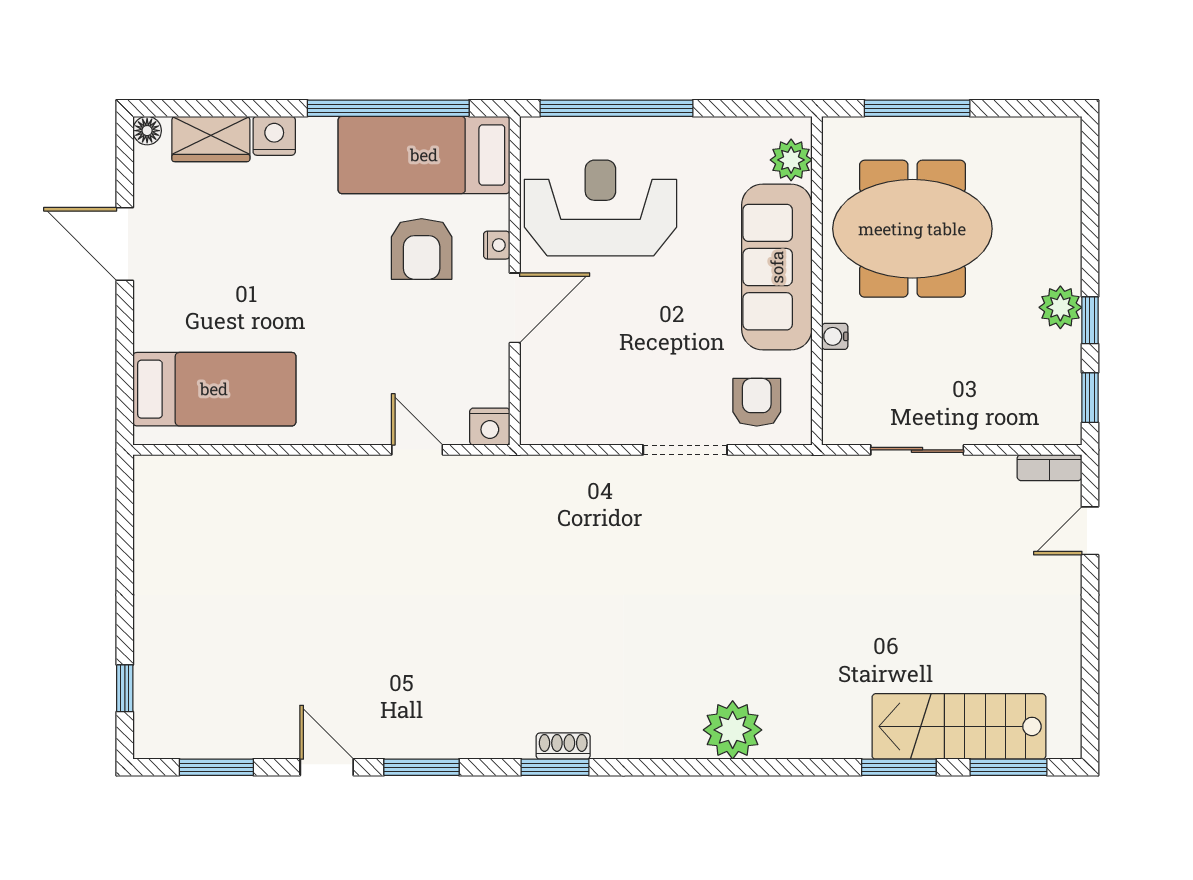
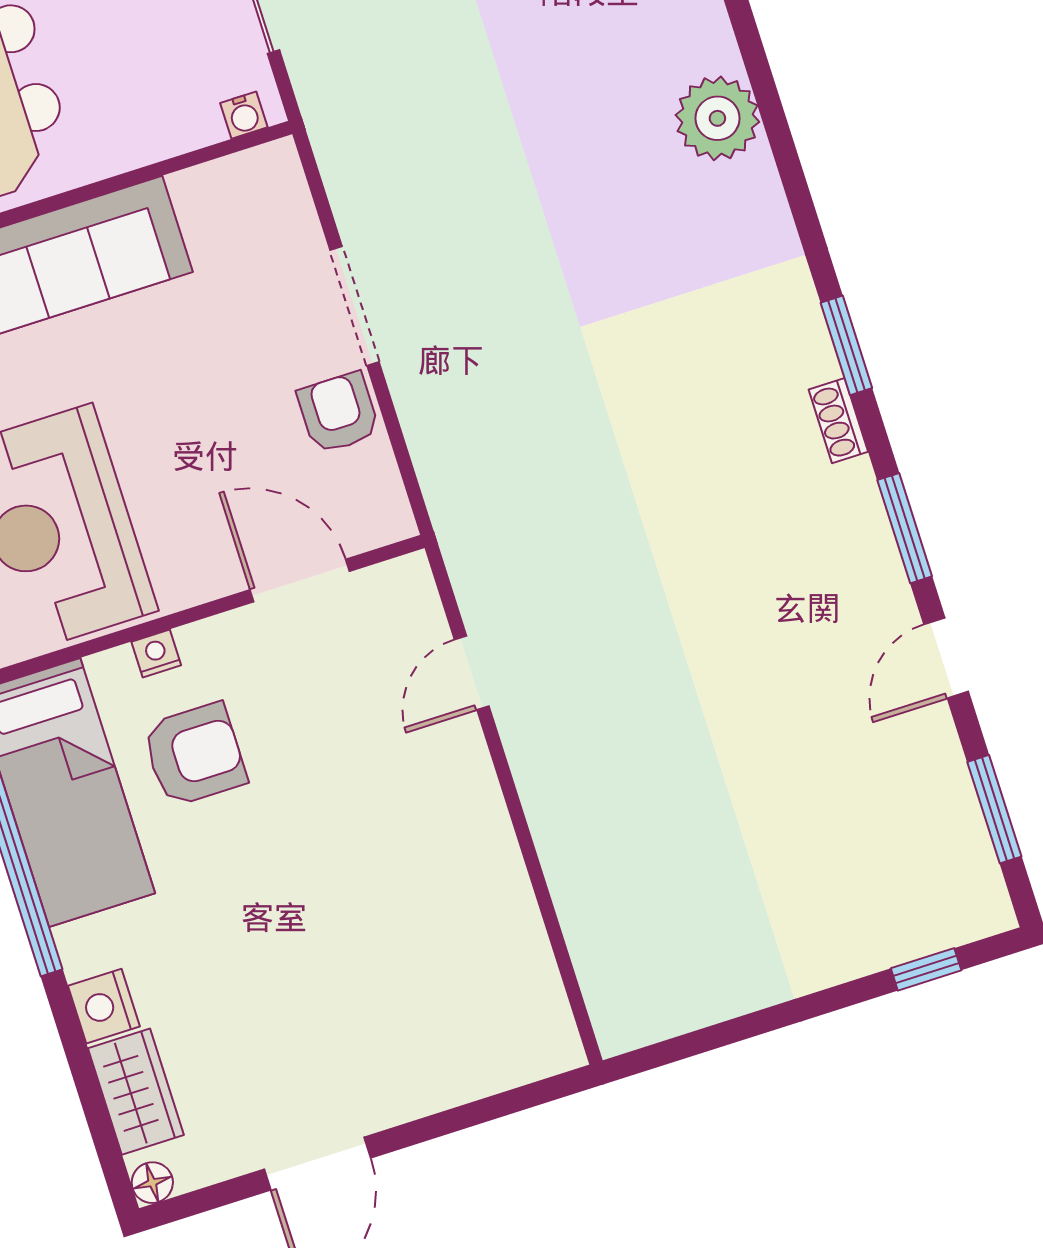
door: (515, 308) -> (300, 580), moved
water cooler: (835, 336) -> (244, 115), moved
bed: (214, 389) -> (477, 977), removed
armchair: (757, 402) -> (338, 413), moved, turned 90
nightstand: (490, 427) -> (408, 584), removed
shoe rack: (563, 746) -> (838, 421), moved

